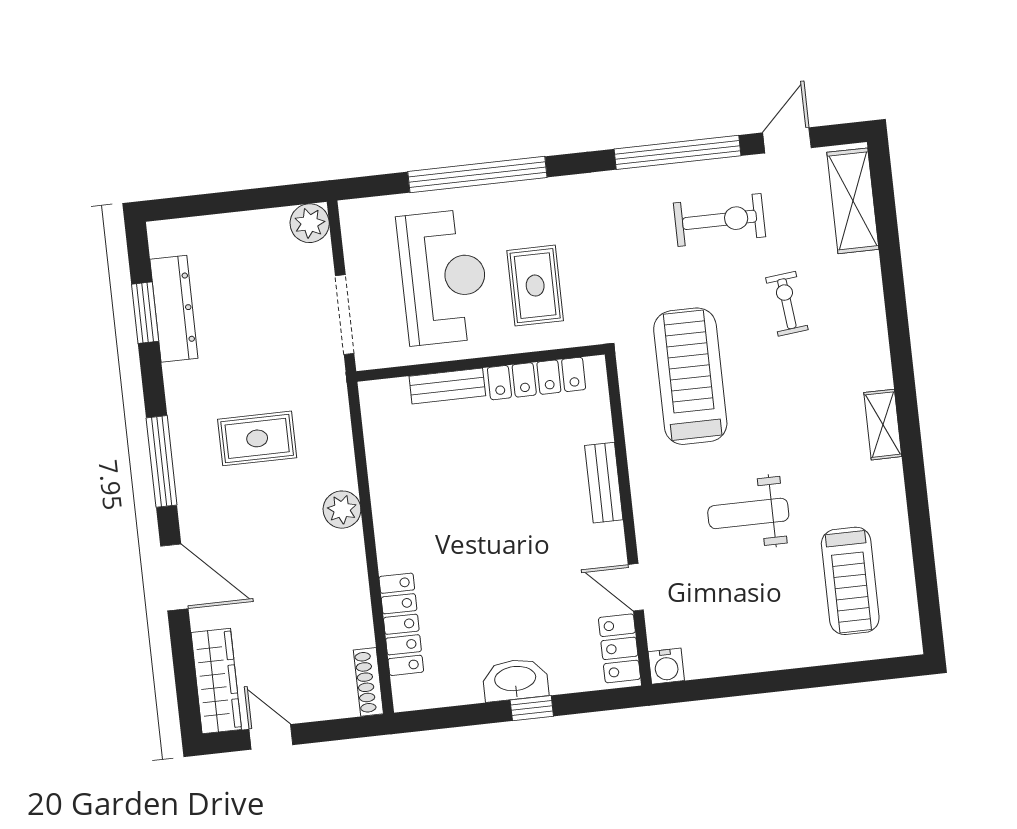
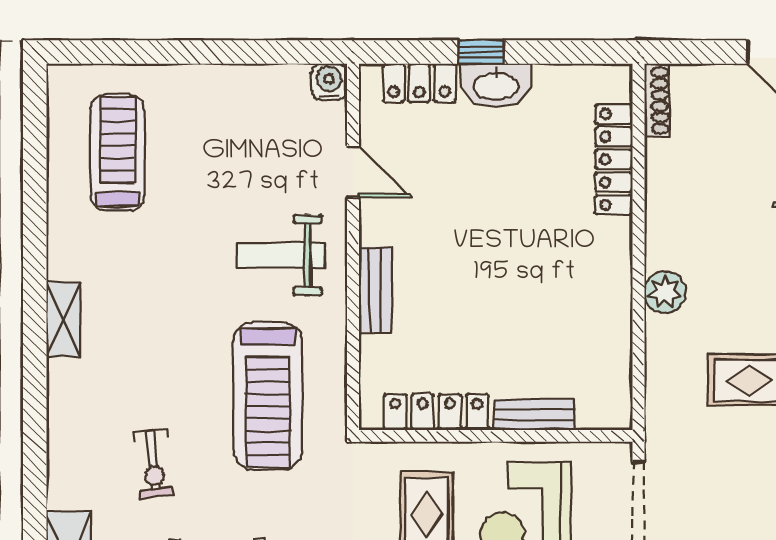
weight bench: (748, 513) -> (281, 255), moved, turned 180
locker: (619, 648) -> (419, 83), moved, turned 90

